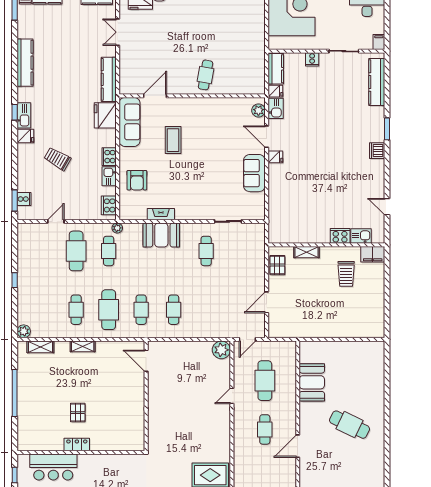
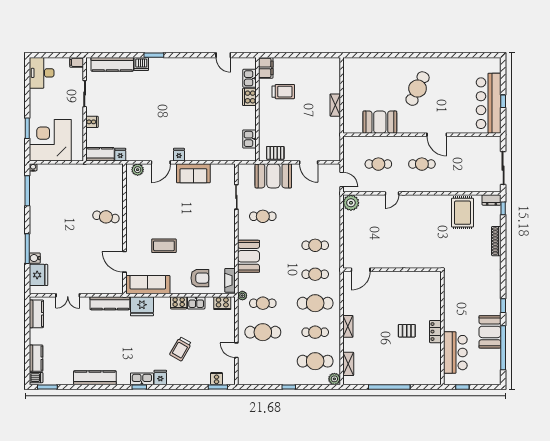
kitchen sink: (276, 108) -> (249, 139), moved, turned -90
dishwasher: (377, 151) -> (141, 64), moved
door: (387, 207) -> (223, 55), hinge flipped
fireplace: (161, 214) -> (230, 280), moved
shelving: (306, 252) -> (335, 105), moved
booth: (252, 263) -> (273, 176), added
cafe table: (44, 310) -> (315, 361), added
cafe table: (265, 381) -> (378, 164), width x0.73, depth x0.74
door: (232, 396) -> (392, 193), hinge flipped

